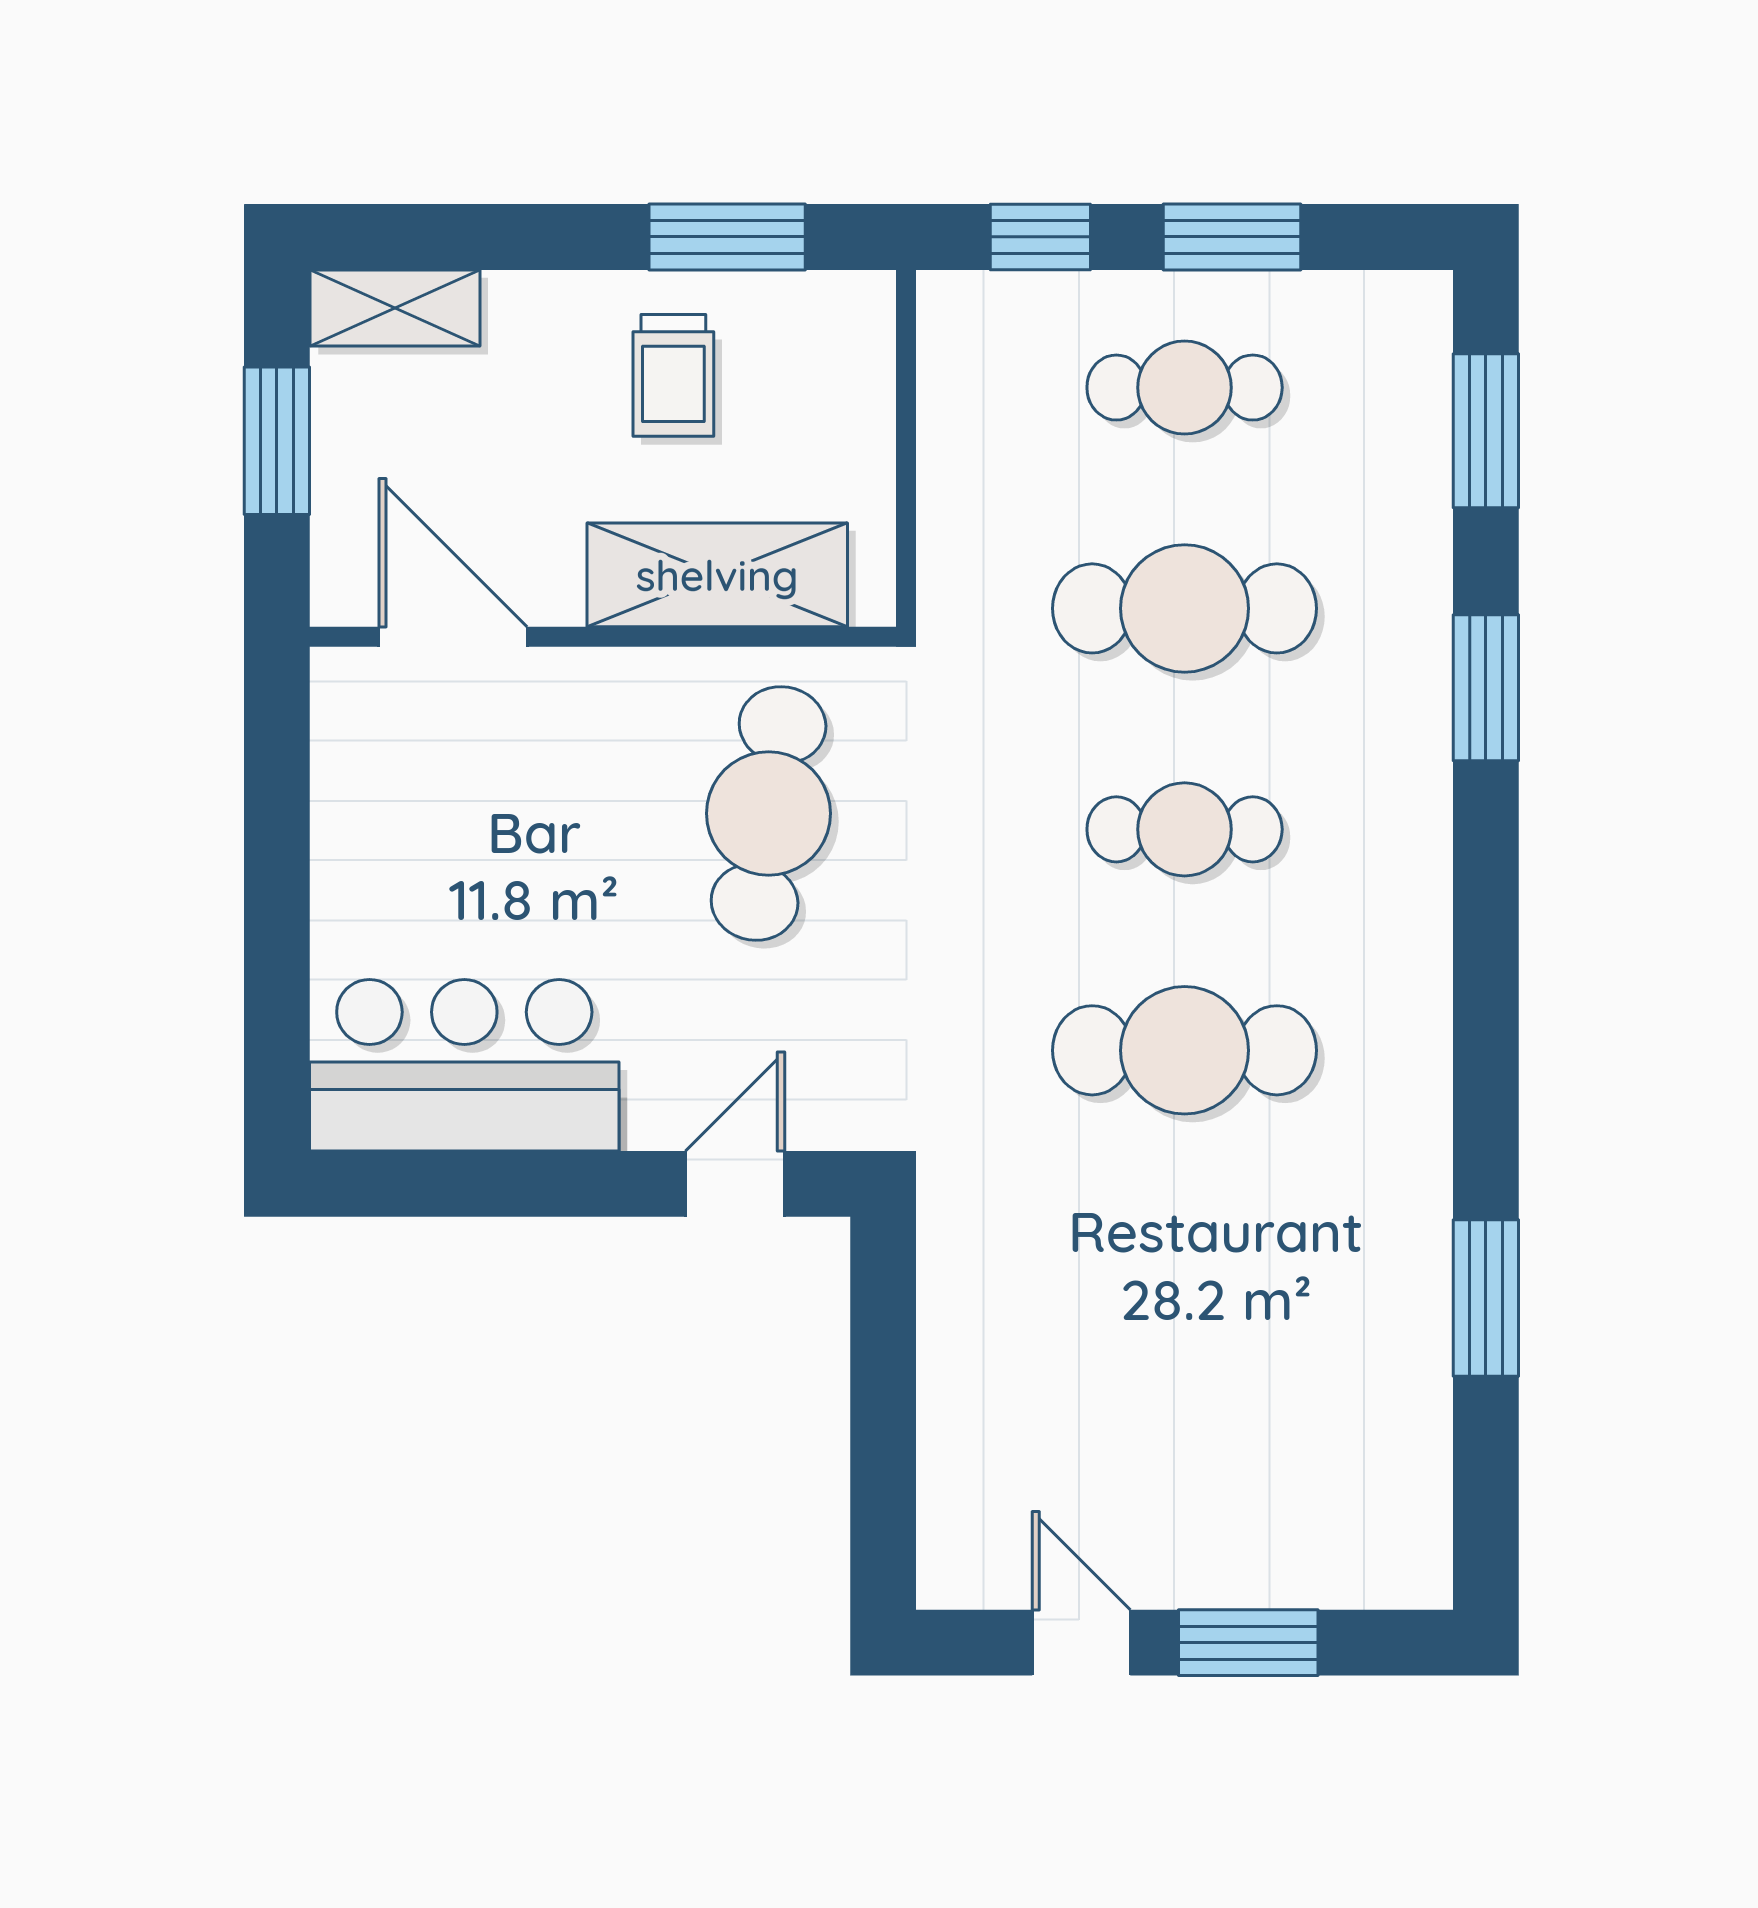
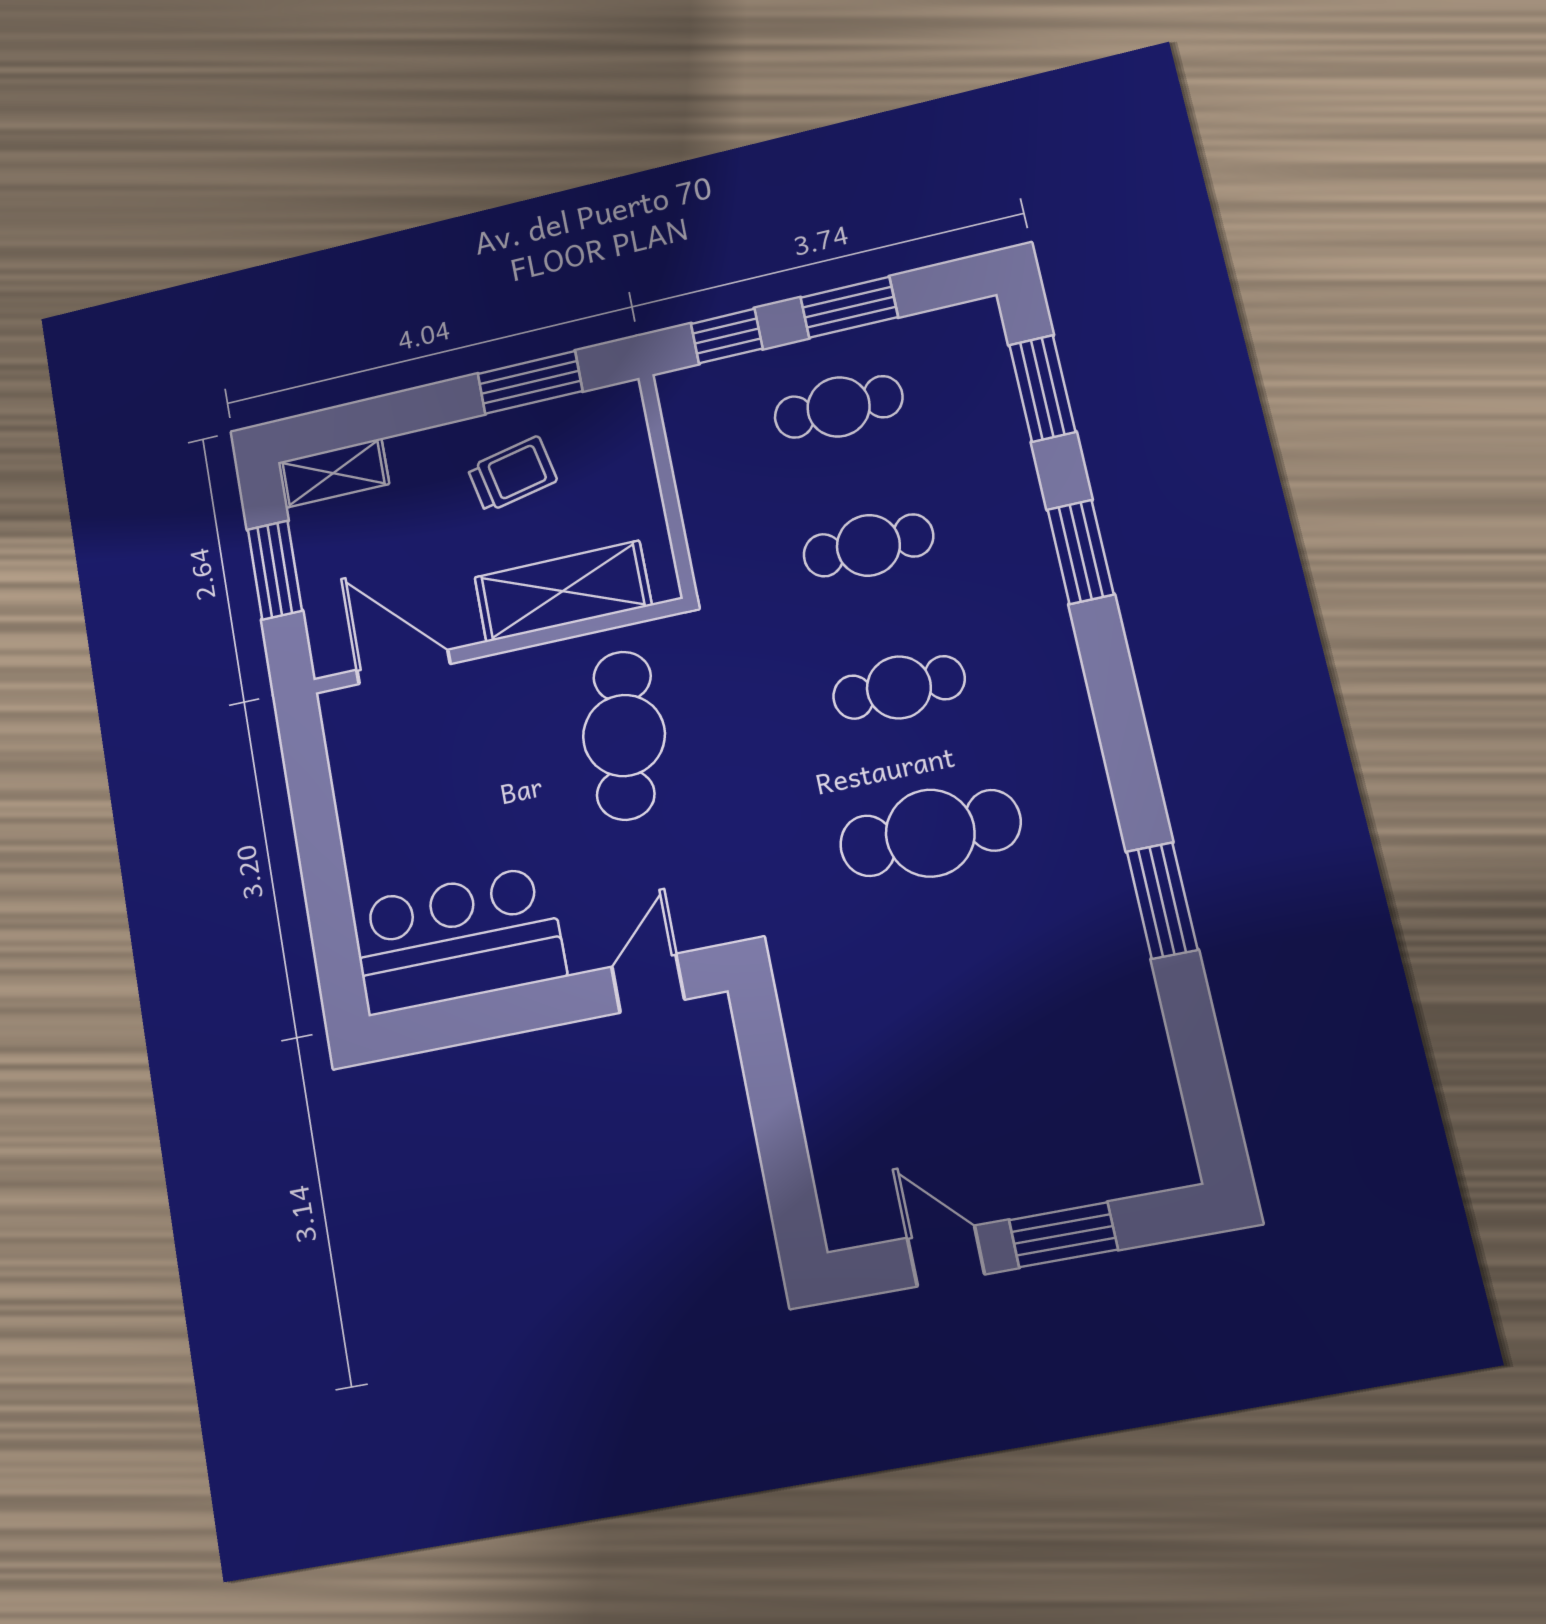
trolley: (673, 375) -> (512, 474), turned -102
cafe table: (1185, 608) -> (868, 545), width x0.73, depth x0.74
window: (1486, 1298) -> (1162, 901), moved

